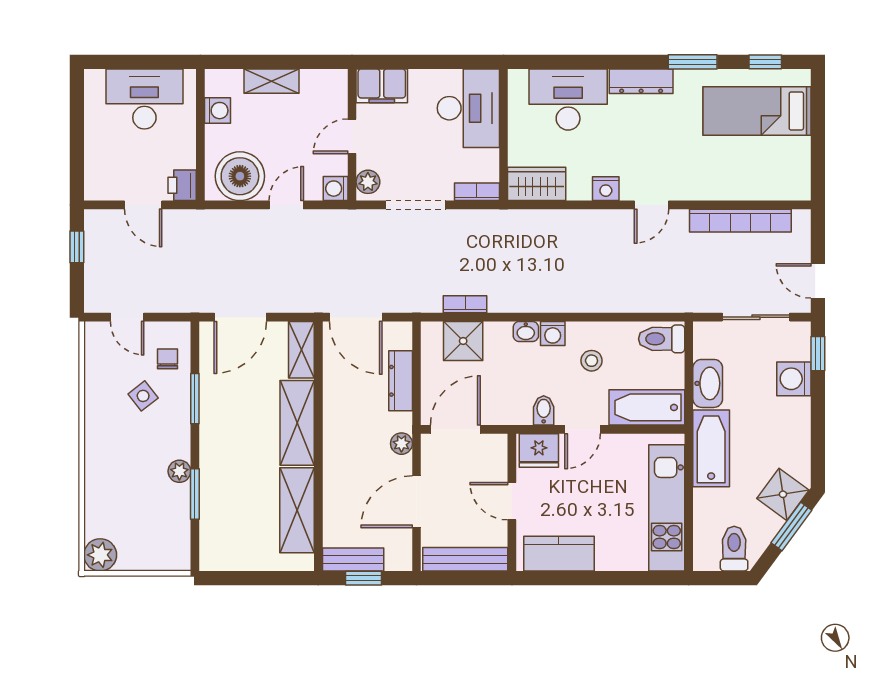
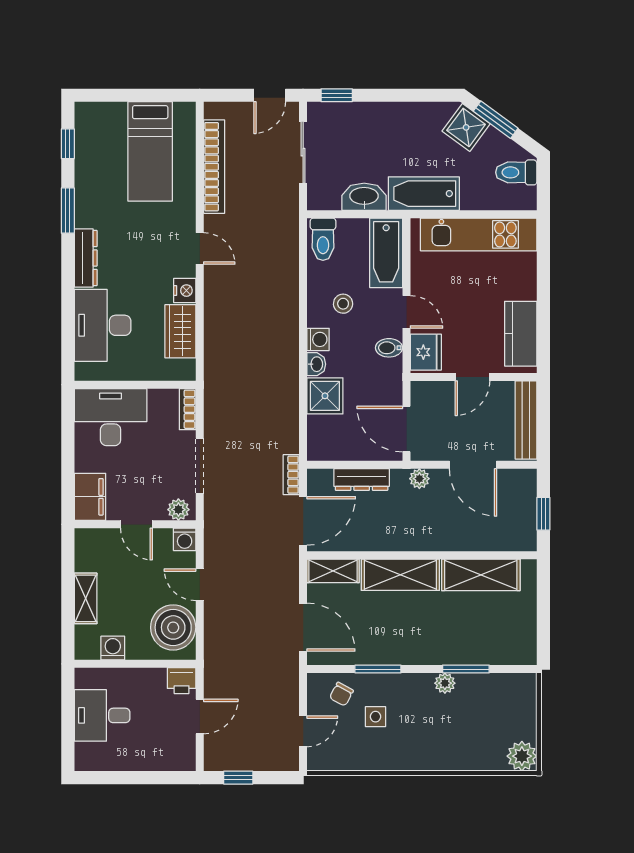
desk: (144, 99) -> (102, 715), width x0.73
bed: (757, 111) -> (150, 151), moved
wardrobe: (537, 184) -> (180, 331), moved
bookcase: (465, 304) -> (291, 475), moved
shower: (463, 341) -> (325, 396), moved
chair: (168, 359) -> (341, 694), turned -62
washing machine: (794, 379) -> (360, 117), removed
side table: (143, 396) -> (375, 717), turned 38
bench: (353, 560) -> (526, 523), removed

